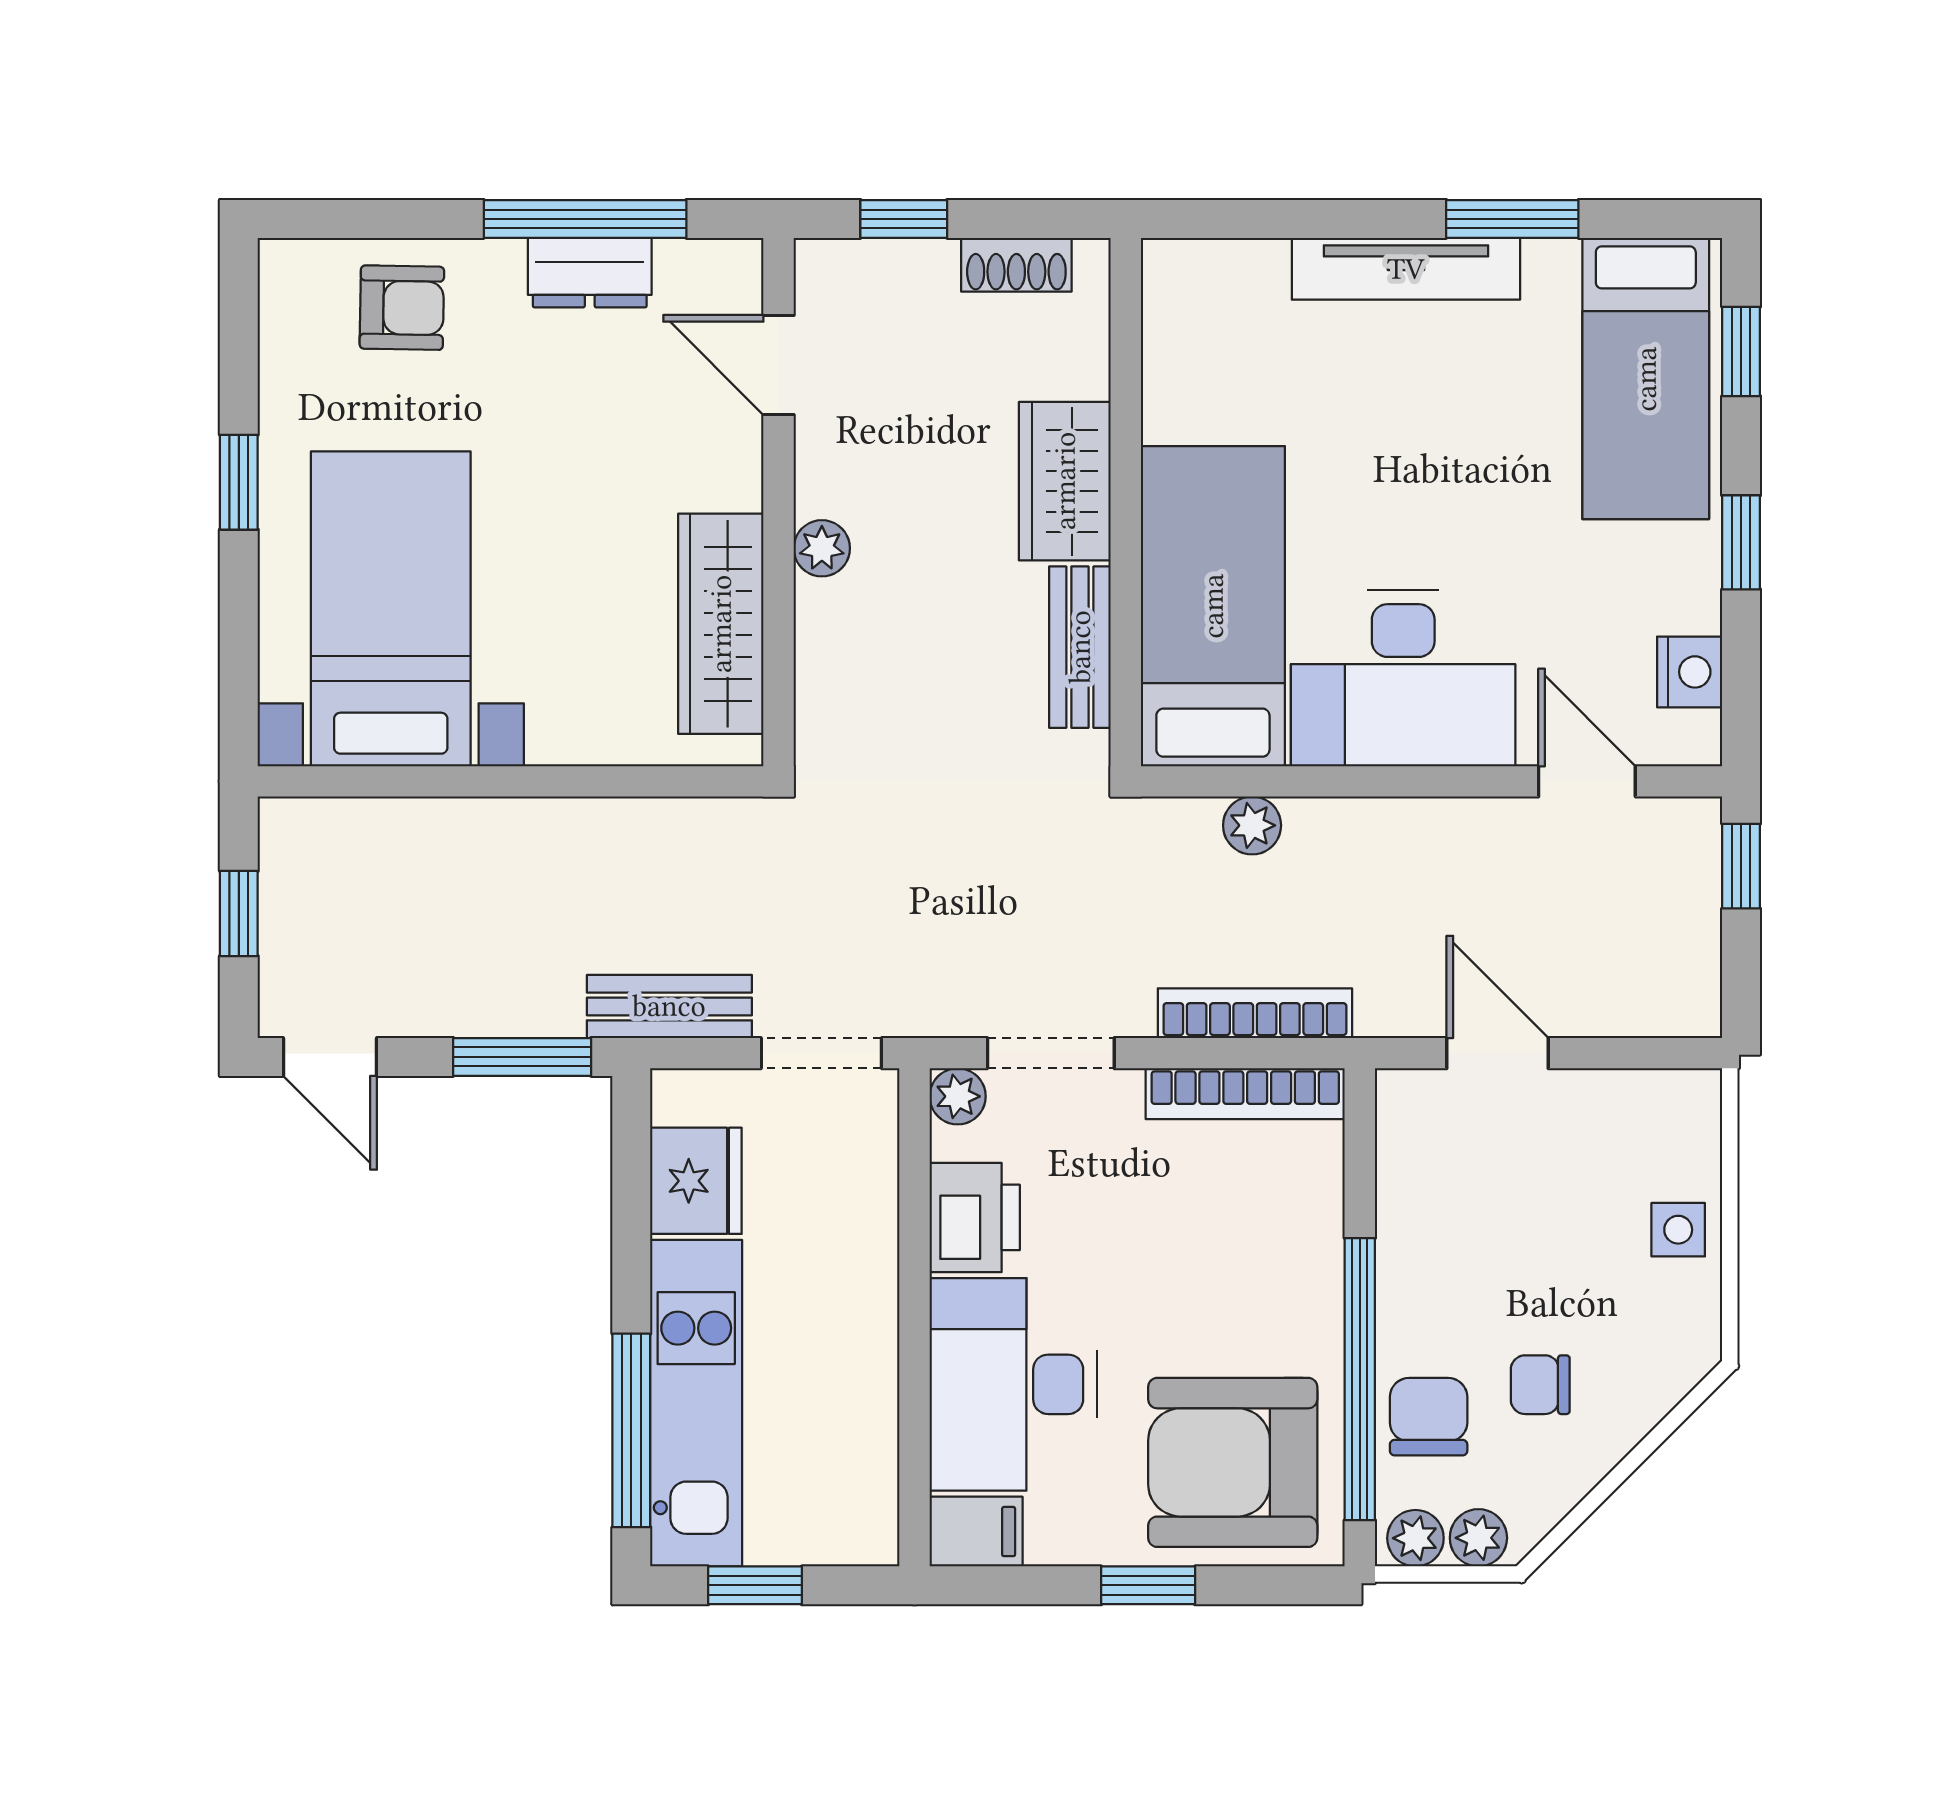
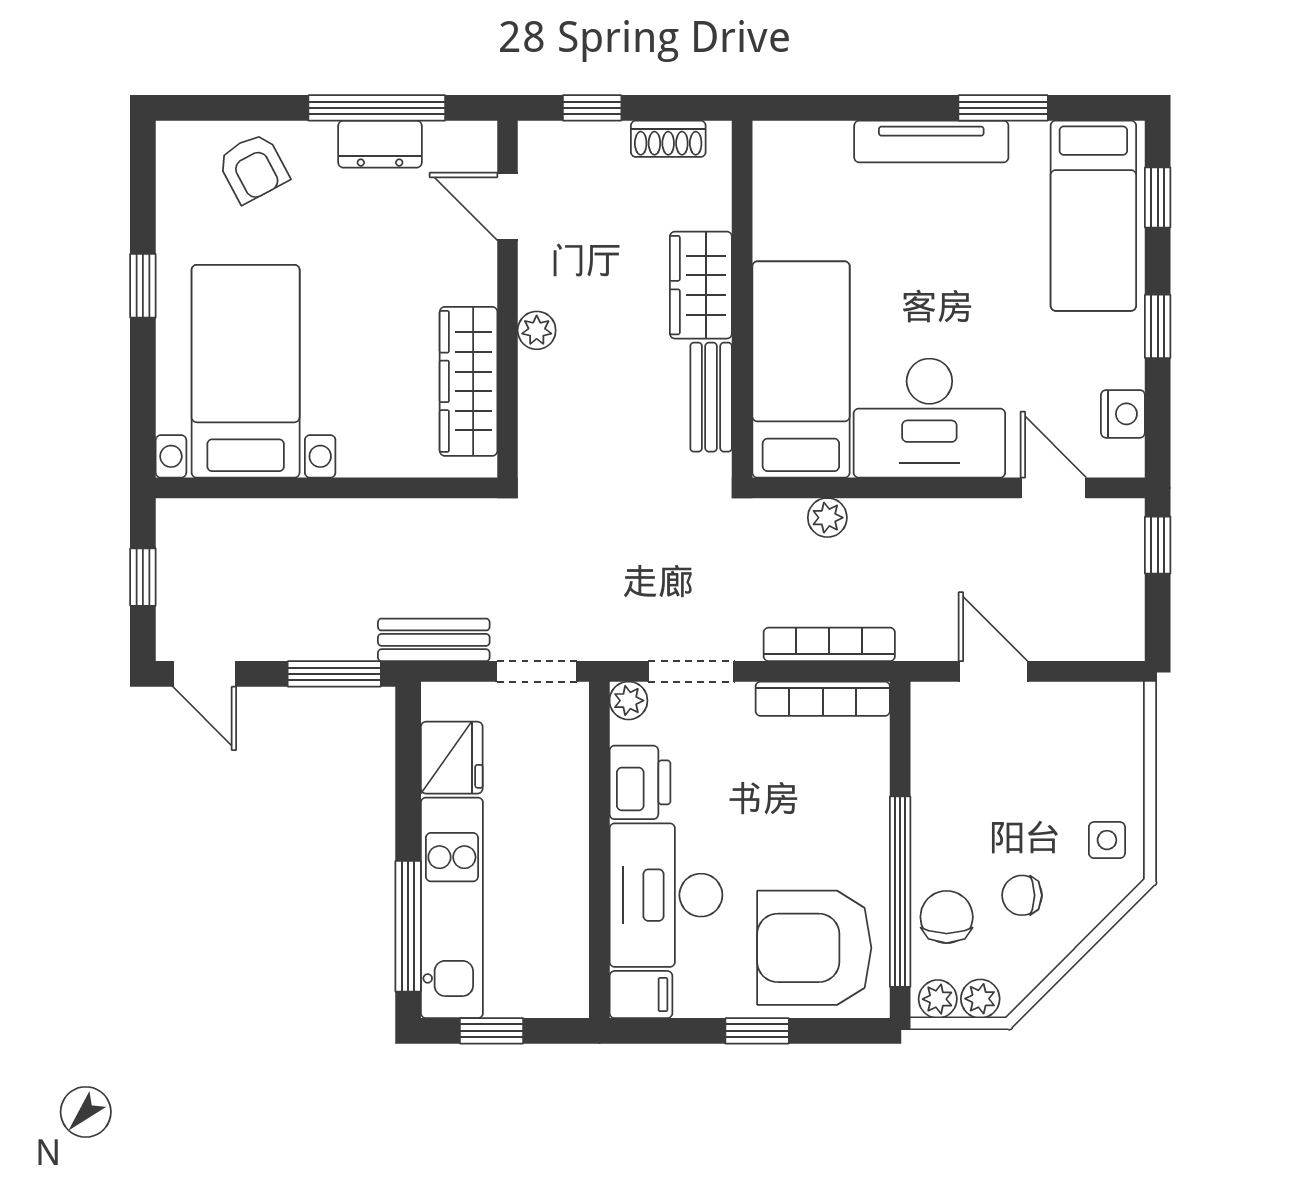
armchair: (402, 308) -> (253, 168), turned 61
side table: (1678, 1230) -> (1107, 840), moved

